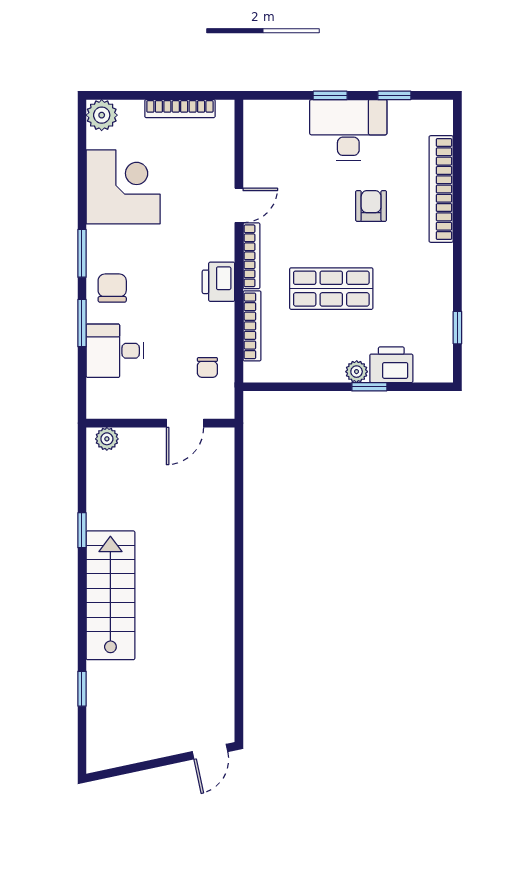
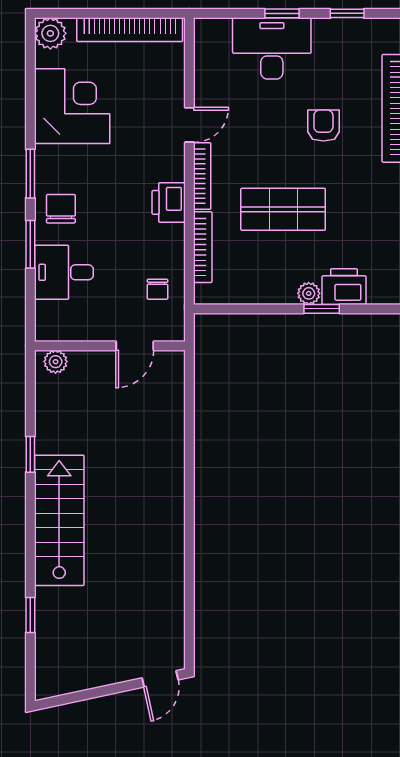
bookcase: (180, 109) -> (130, 30), width x1.48, depth x1.31
desk: (348, 130) -> (272, 48), moved

